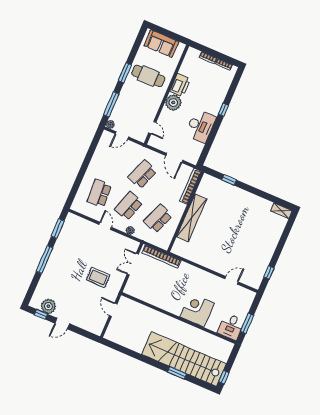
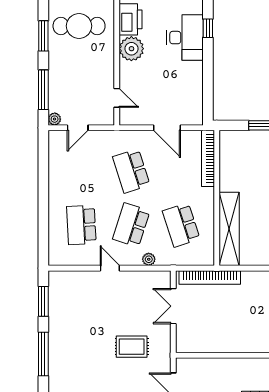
desk: (200, 126) -> (185, 38), moved
school desk: (142, 174) -> (131, 171), turned -39
shelving: (192, 218) -> (229, 229), moved
school desk: (158, 219) -> (181, 225), turned -39

